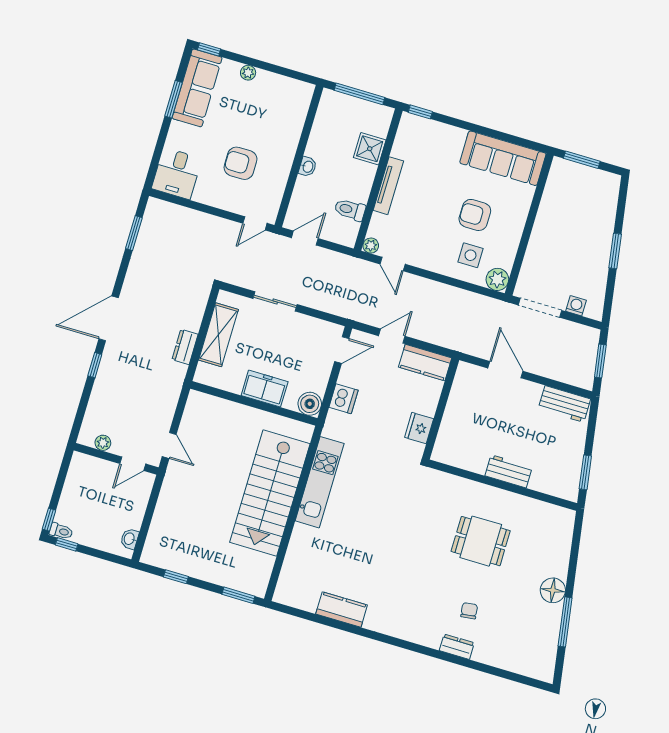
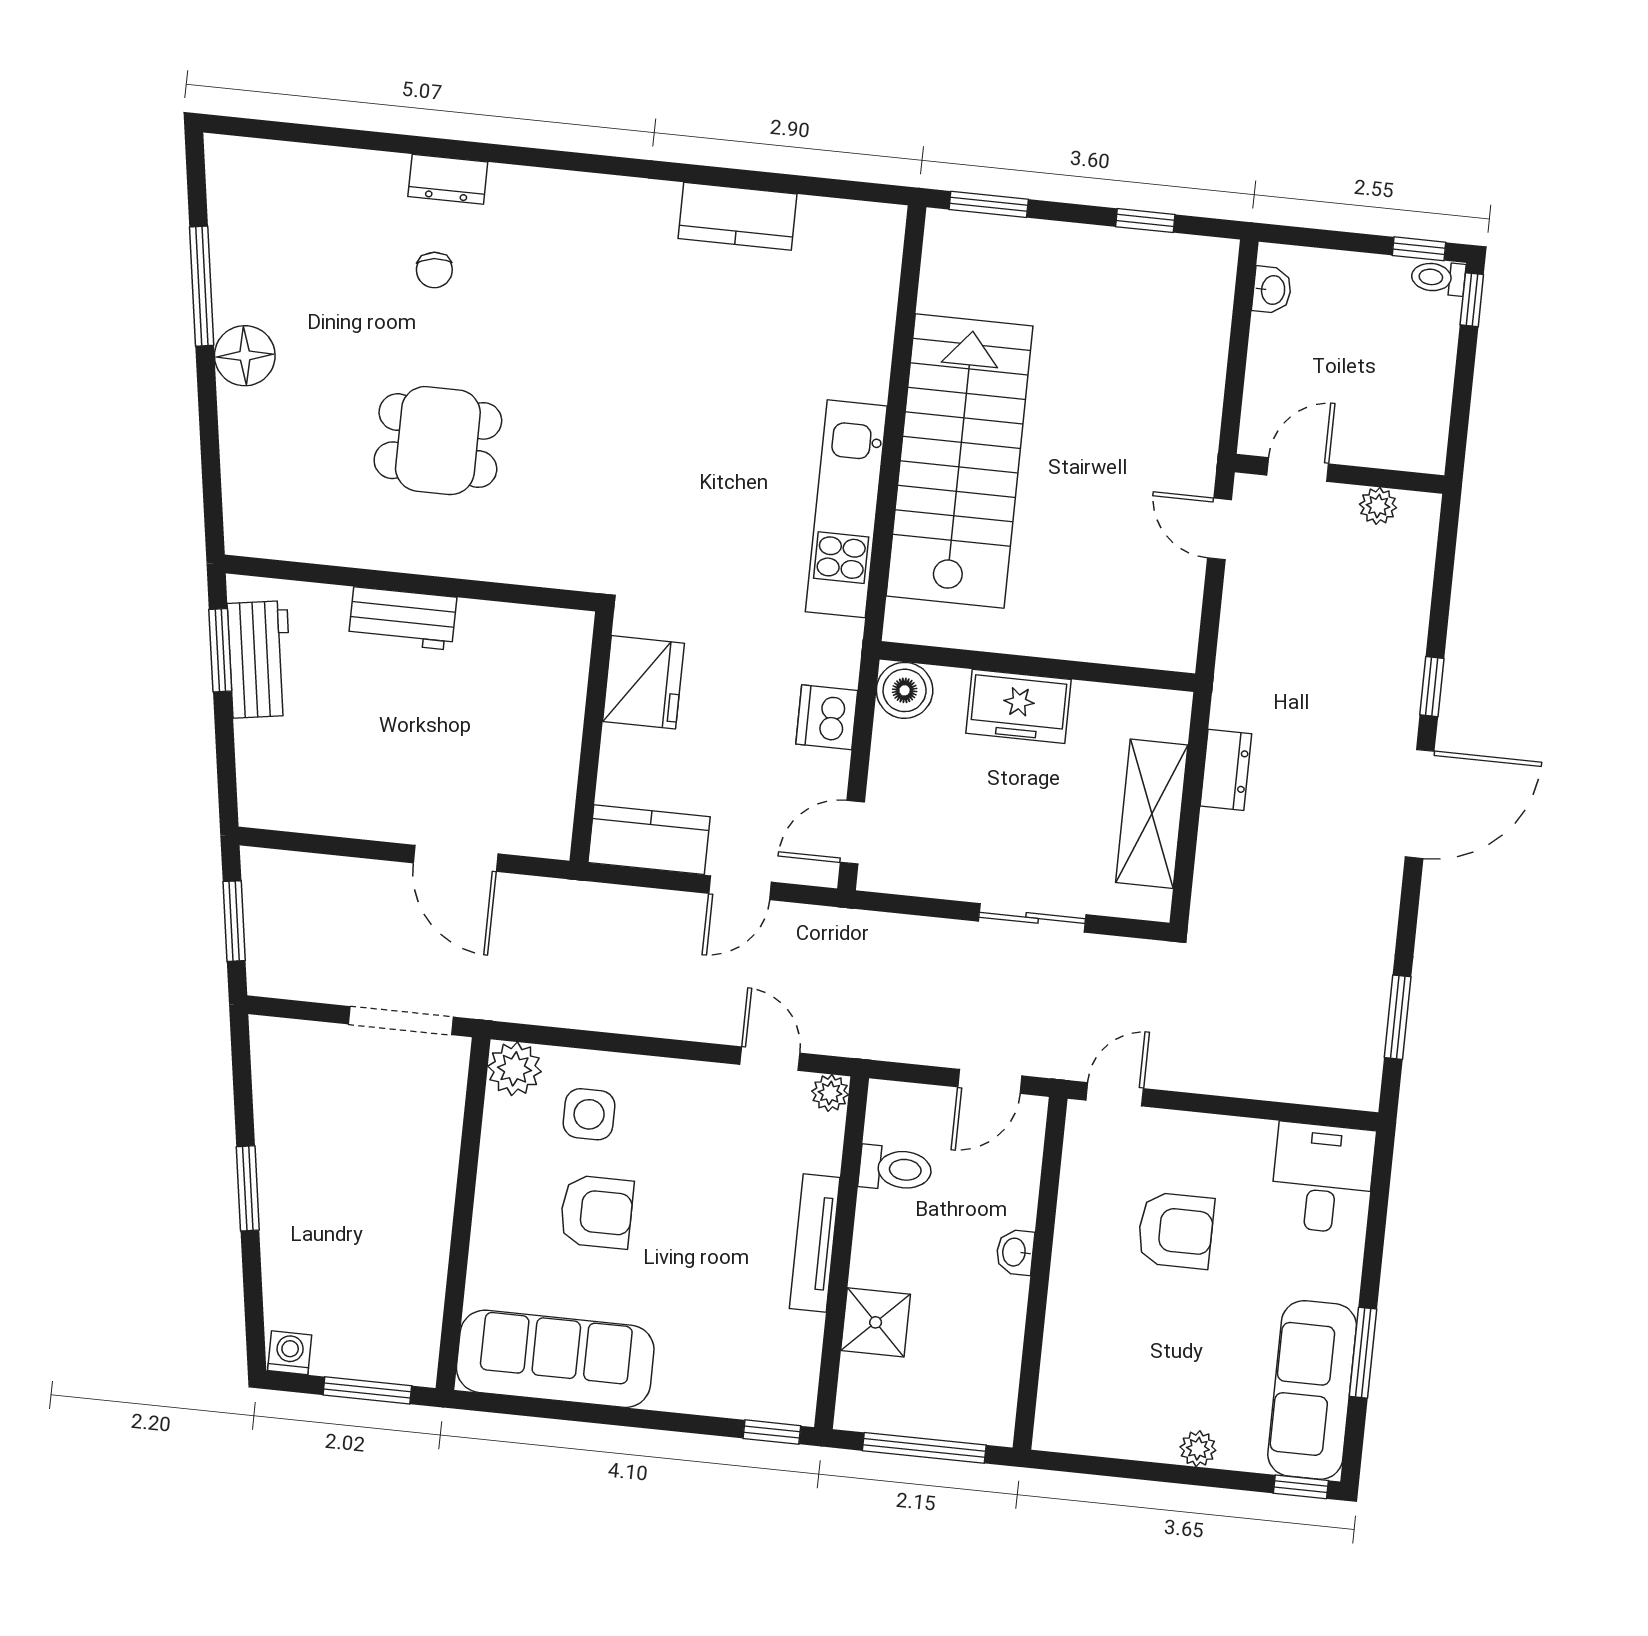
washing machine: (576, 306) -> (290, 1353), moved, turned 180
workbench: (564, 404) -> (260, 659), moved, turned 81
fridge: (419, 428) -> (643, 682), width x1.36, depth x1.34

